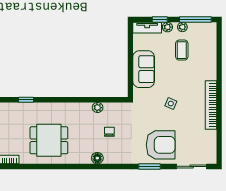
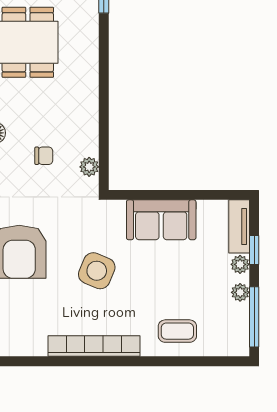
coffee table: (182, 50) -> (177, 331), moved
side table: (171, 104) -> (97, 271), width x1.87, depth x1.87
plant: (98, 108) -> (89, 167), moved

